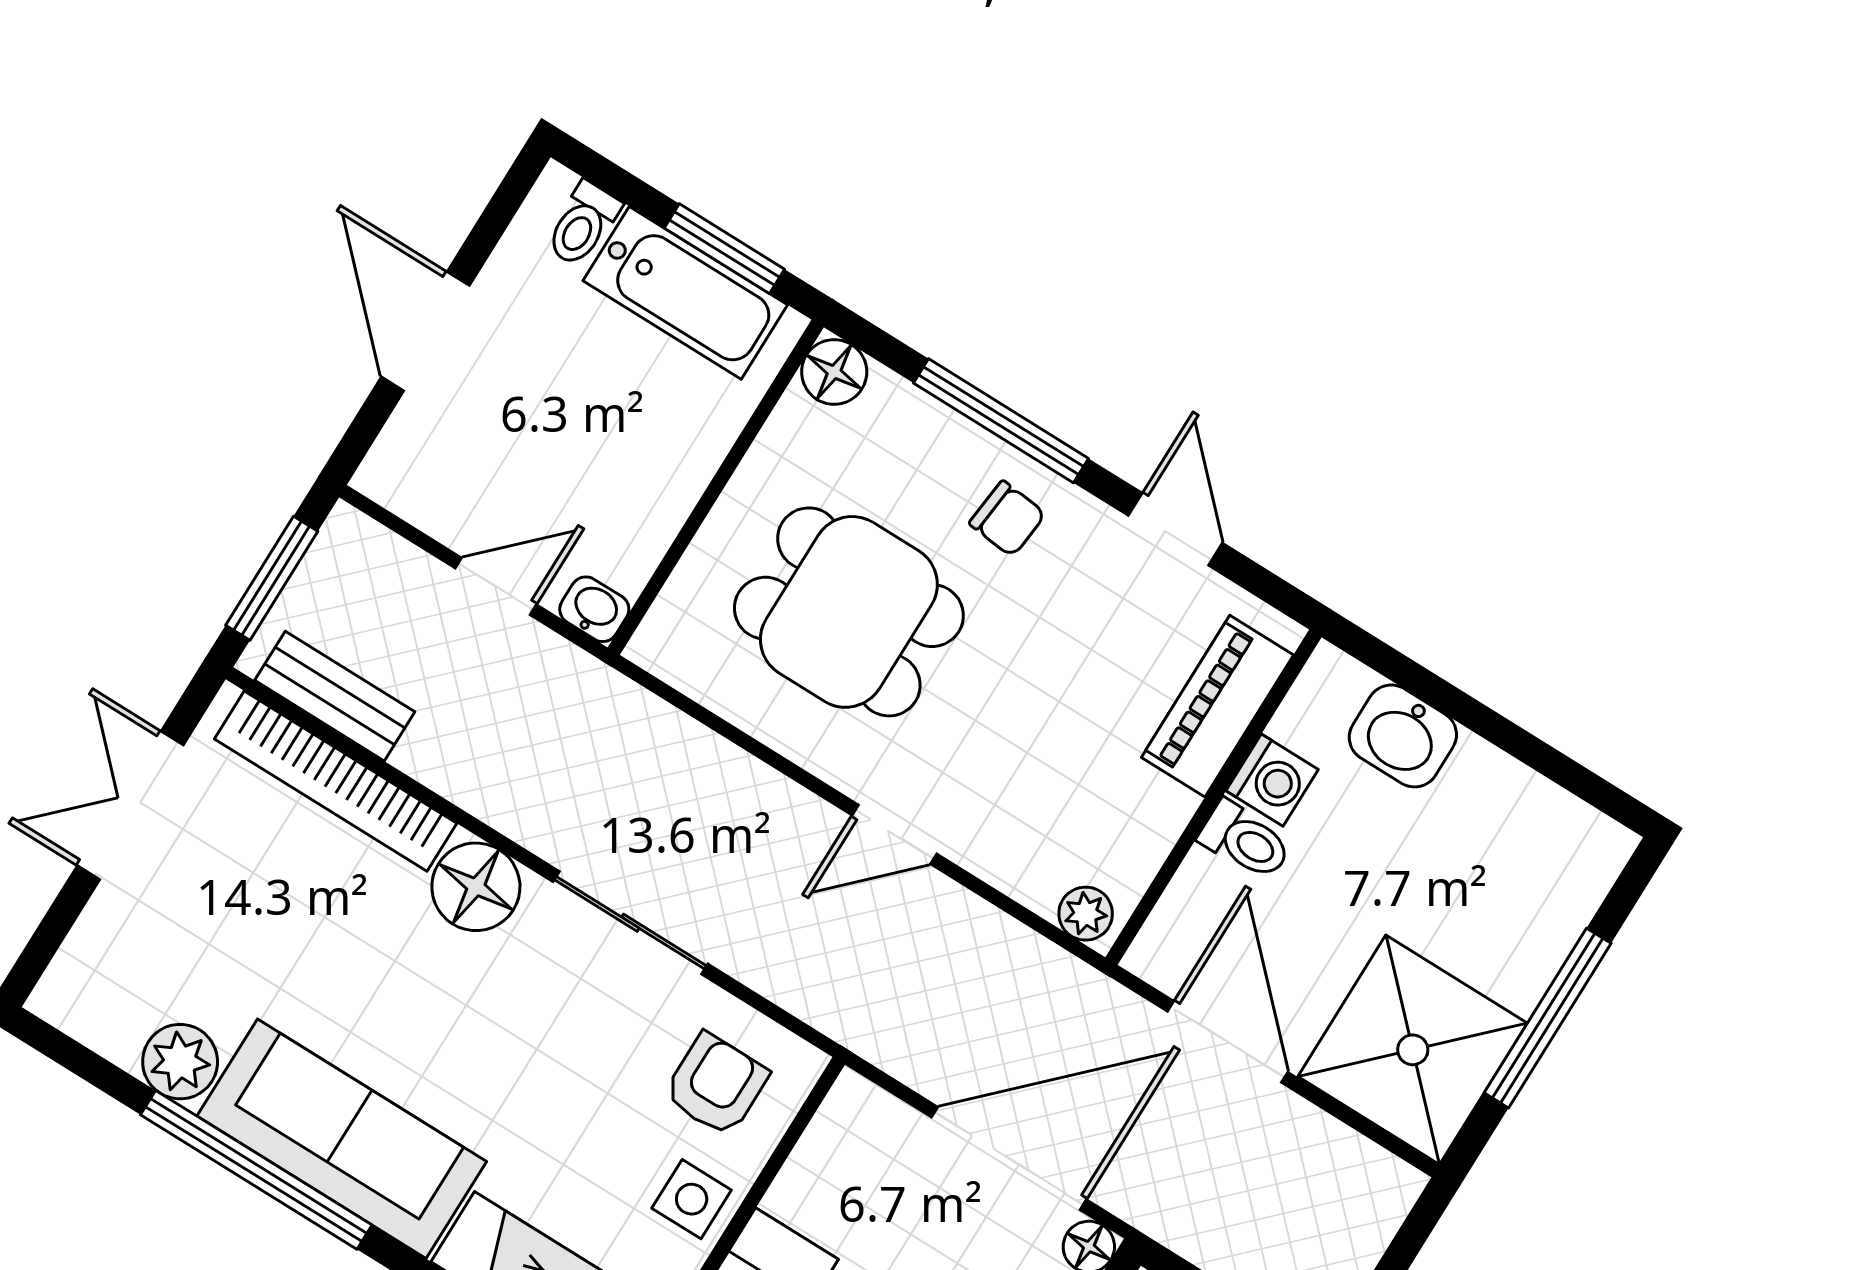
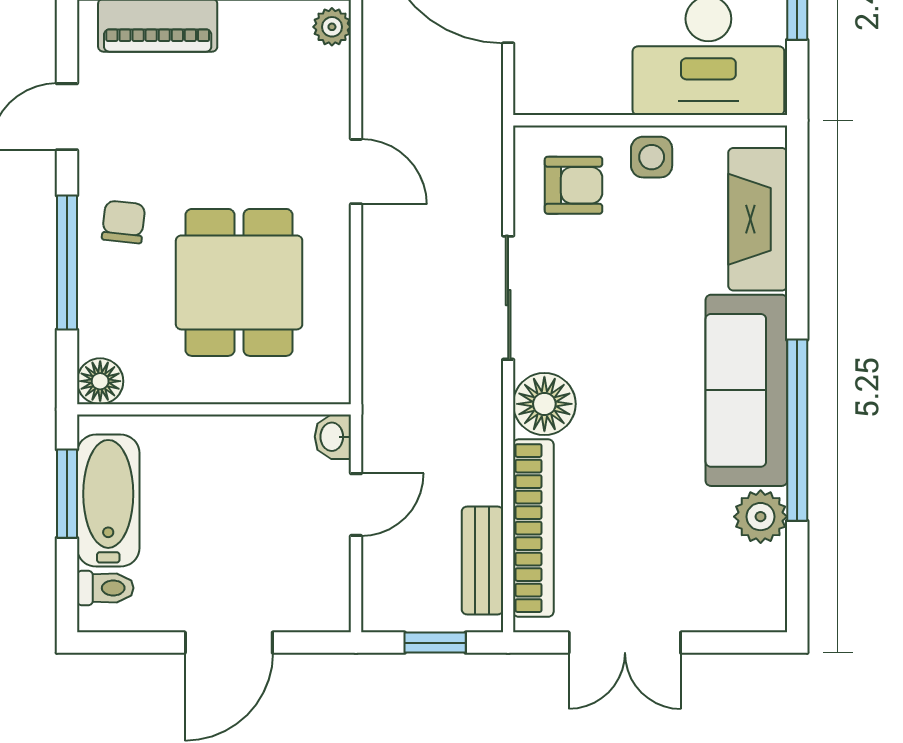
window: (272, 578) -> (435, 643), width x0.67
door: (496, 586) -> (356, 505), swing flipped
armchair: (716, 1085) -> (574, 185), turned 180

